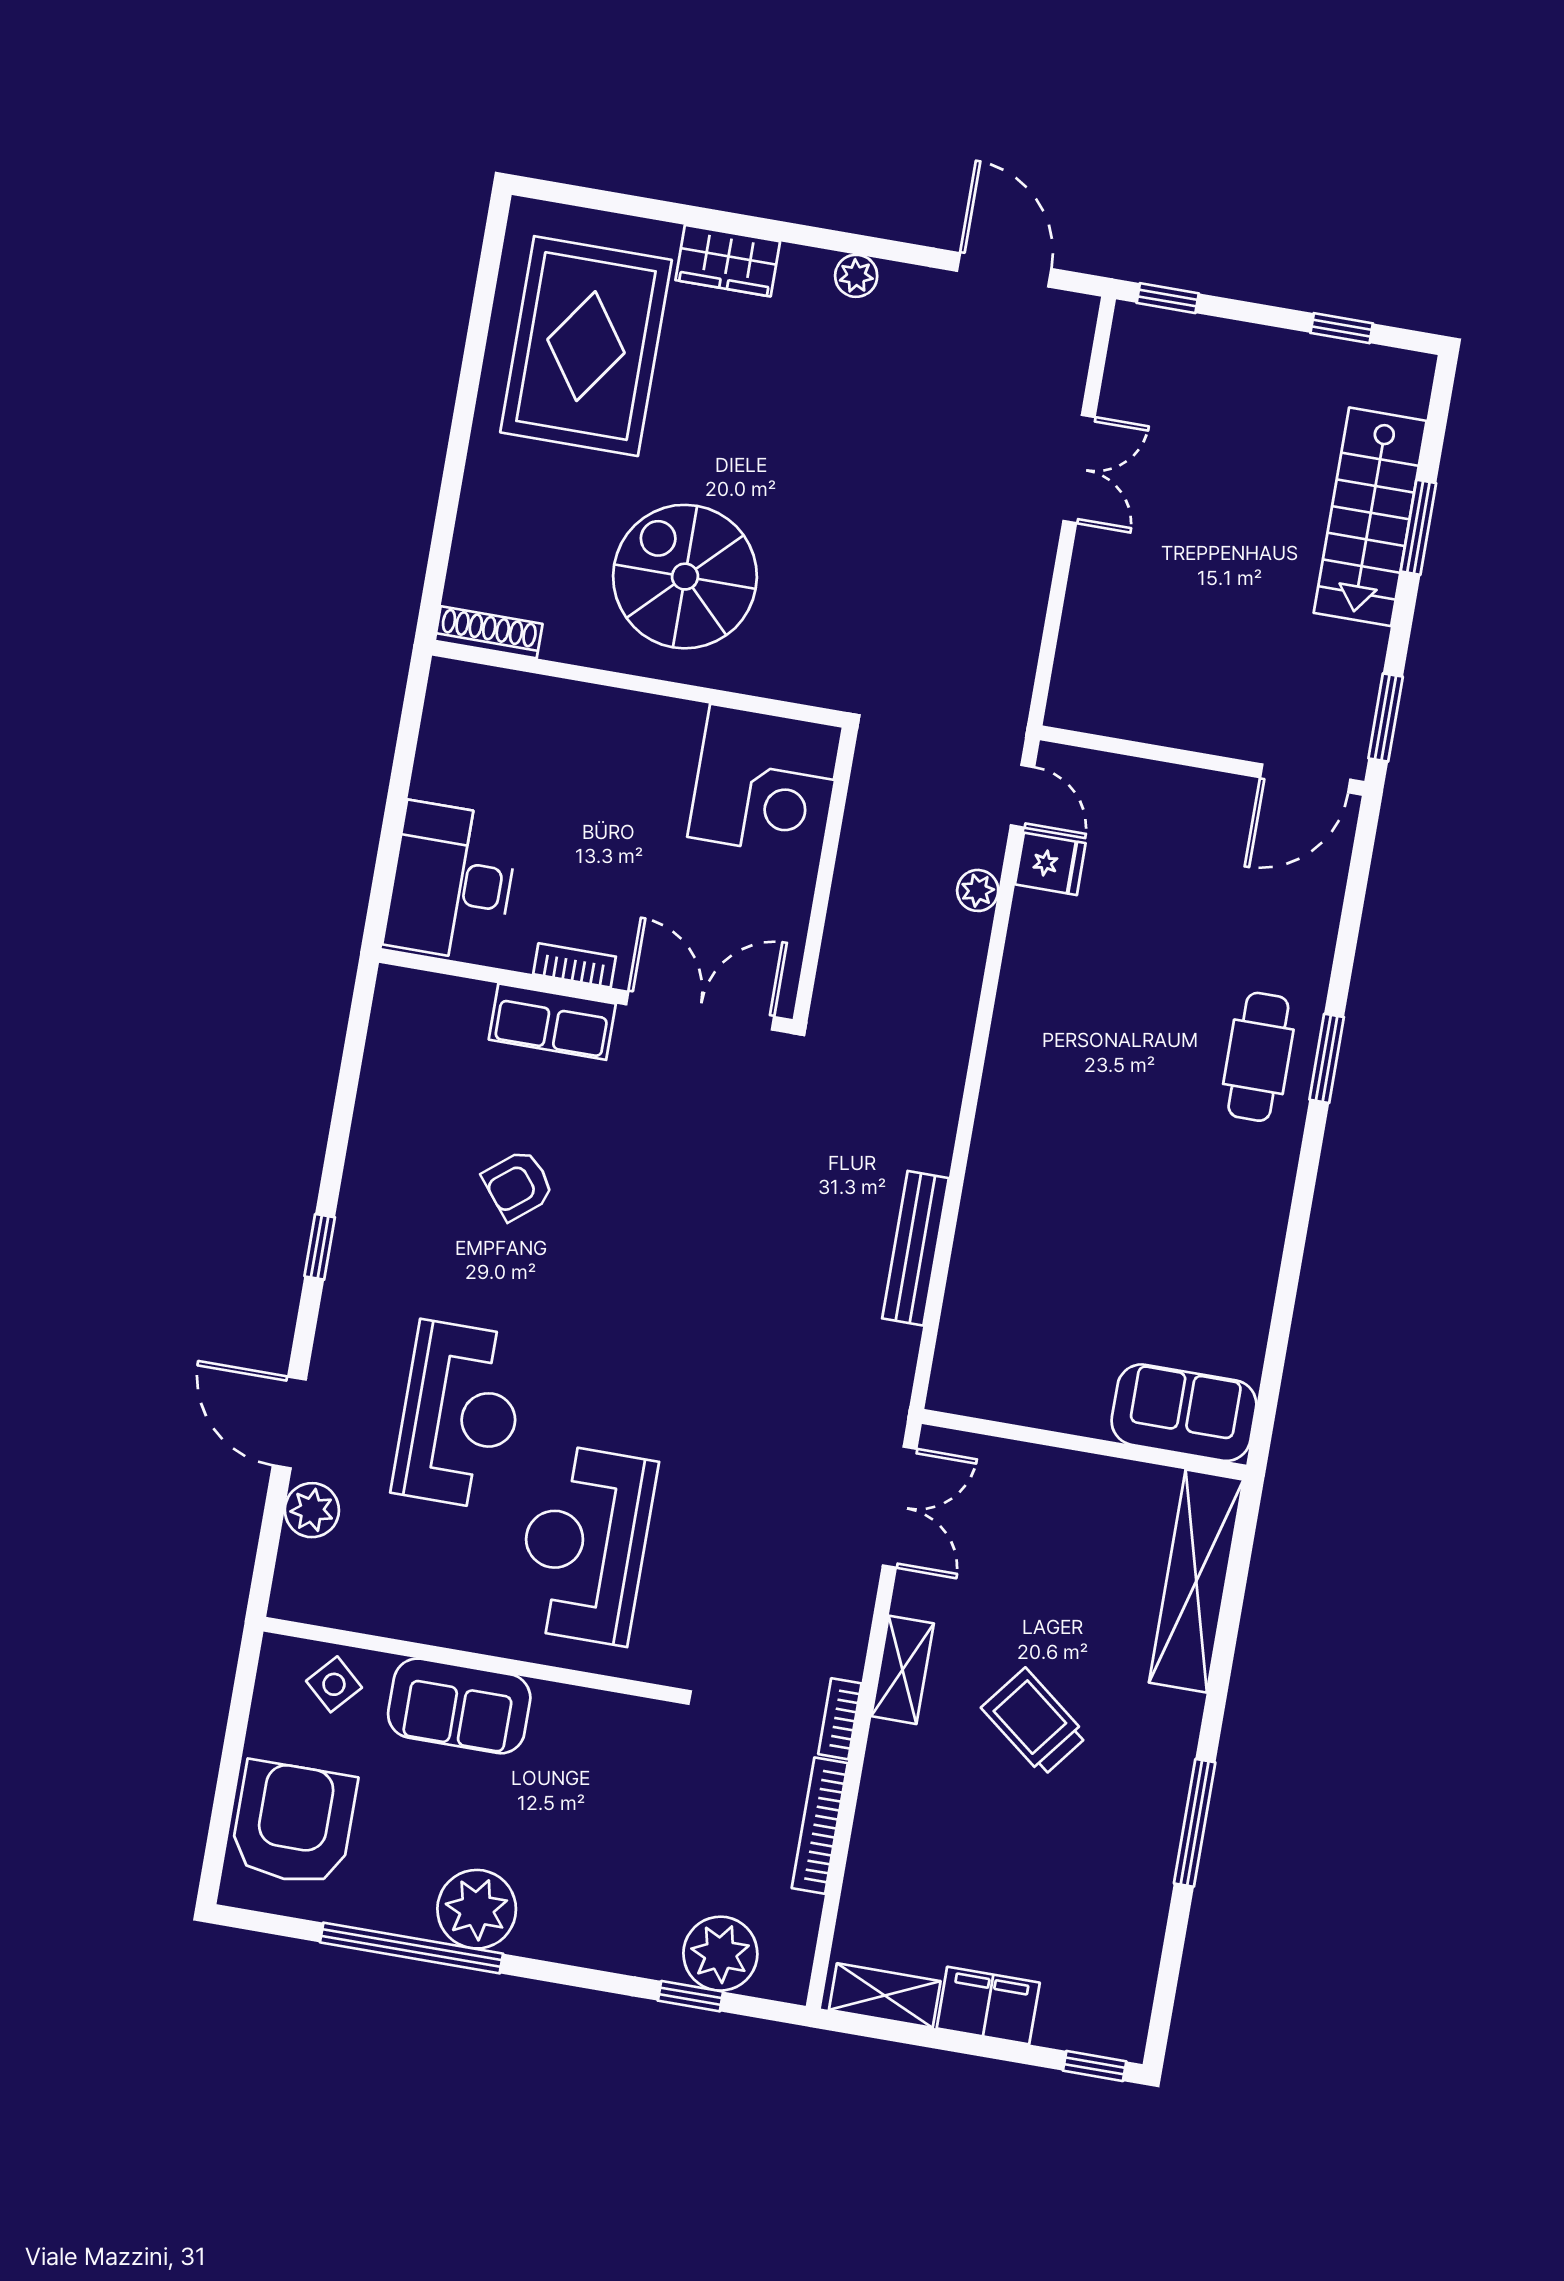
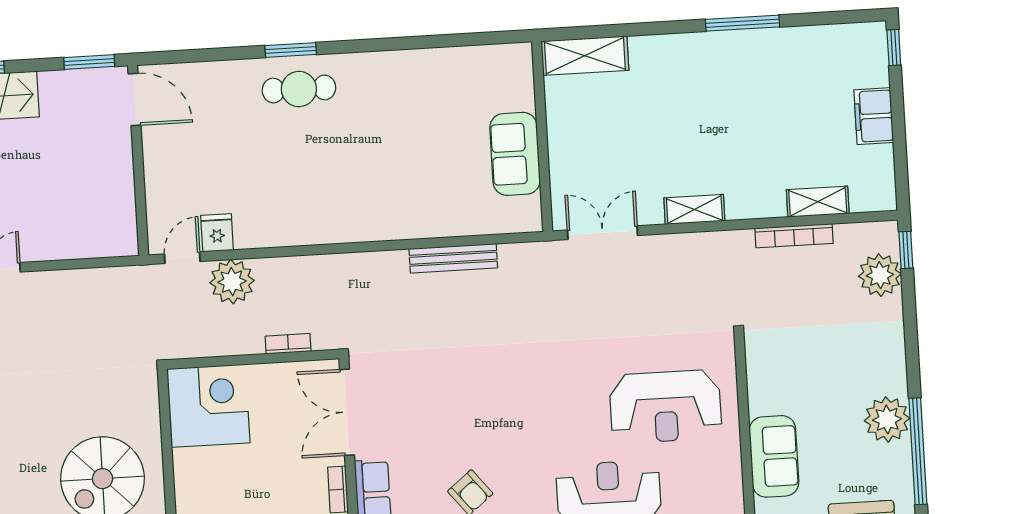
plant: (978, 890) -> (232, 282), width x1.88, depth x1.88
sofa: (1184, 1413) -> (515, 154), moved
shelving: (1196, 1581) -> (585, 56), width x0.68
bookcase: (840, 1719) -> (288, 344), moved, turned 180
trolley: (1034, 1722) -> (706, 128), removed
shelving: (885, 1995) -> (818, 202), moved, turned 90
window: (690, 1996) -> (906, 250), moved

